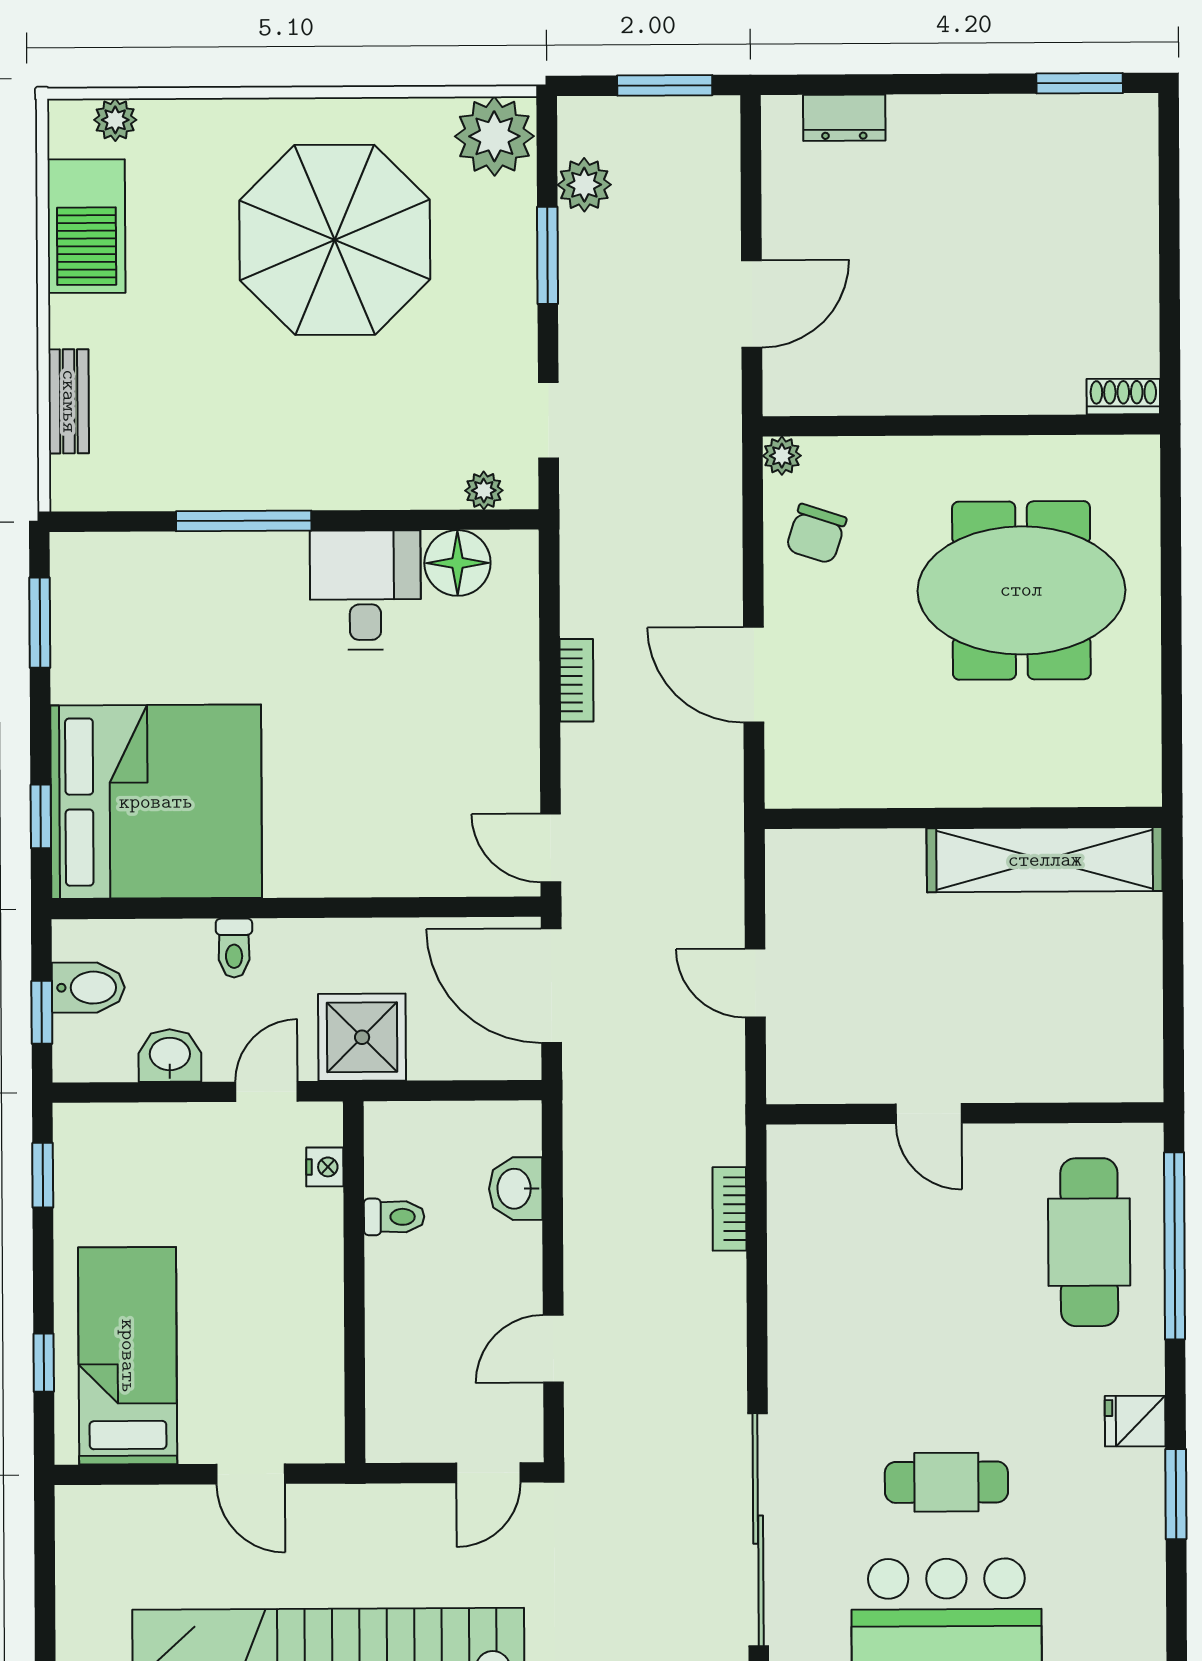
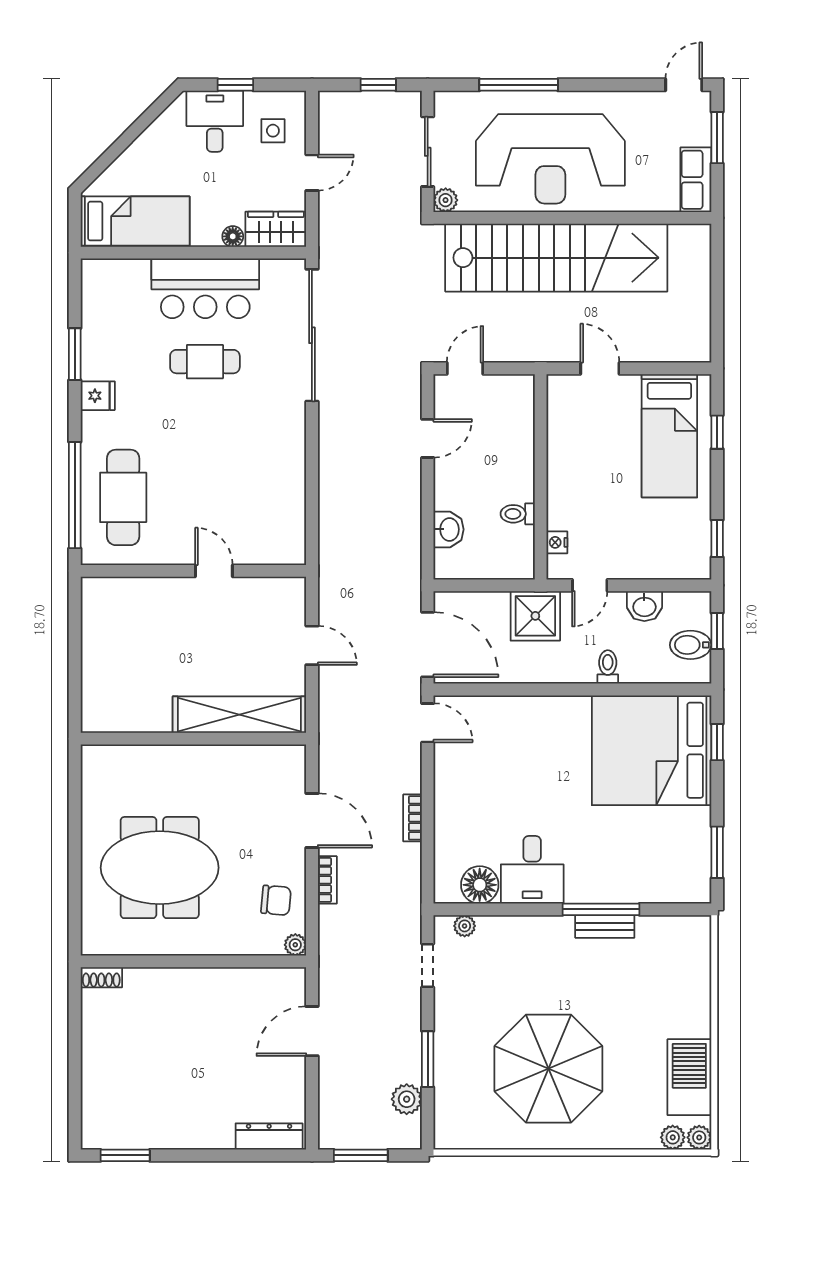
dresser: (844, 118) -> (269, 1136), width x1.44
plant: (494, 136) -> (699, 1137), moved, width x0.53, depth x0.53
bench: (69, 401) -> (605, 926), moved, turned 90
chair: (816, 534) -> (276, 900), turned 77
shelving: (1045, 860) -> (239, 715), moved
bookcase: (729, 1209) -> (327, 880), moved

